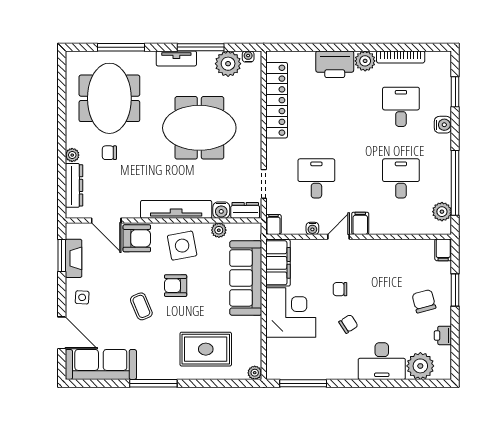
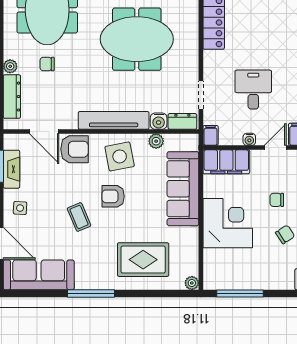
filing cabinet: (278, 263) -> (226, 162), moved, turned 90

